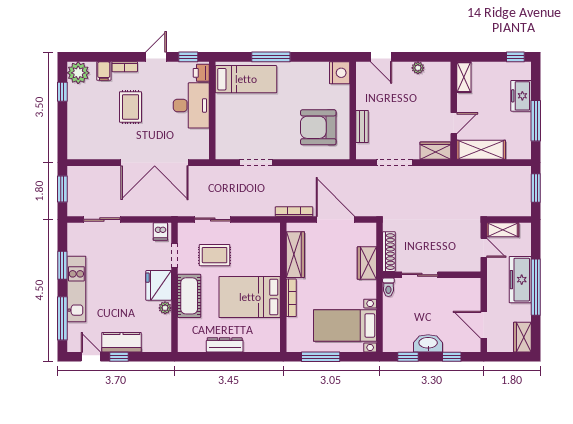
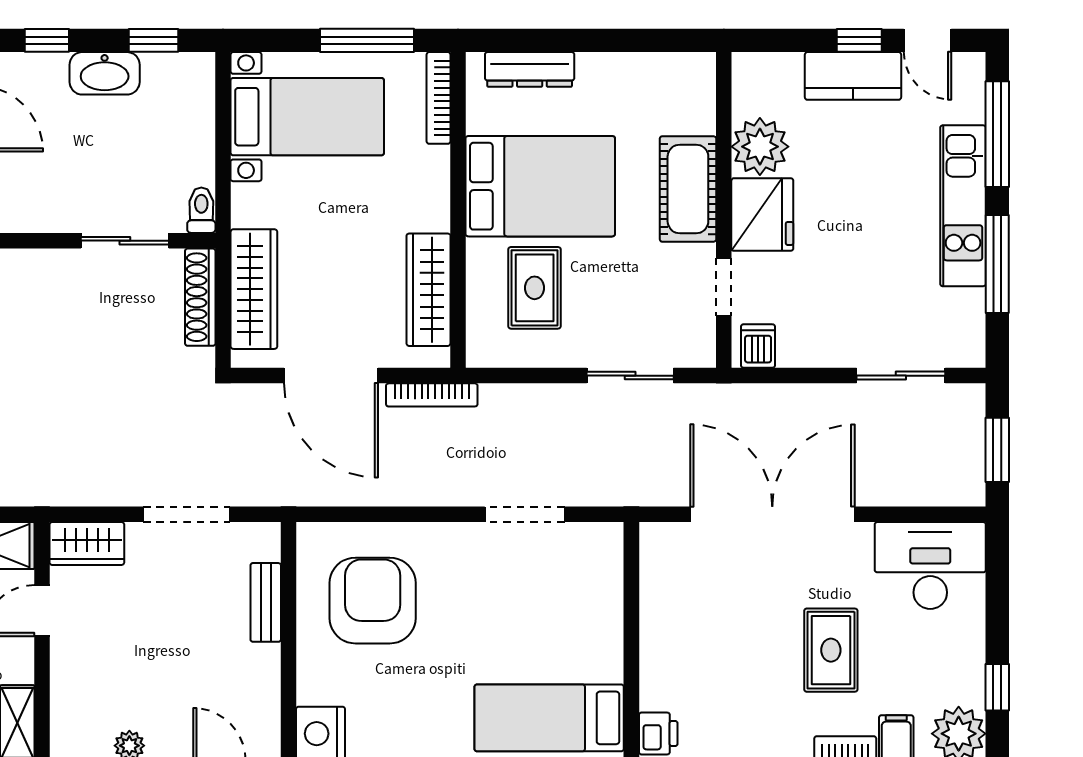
desk: (191, 105) -> (930, 565), moved, turned 90
armchair: (318, 127) -> (373, 601), turned -90
rug: (215, 255) -> (535, 288), moved, turned 90
wardrobe: (367, 263) -> (254, 289), width x1.50
window: (62, 265) -> (997, 264), width x1.44
bookcase: (291, 298) -> (439, 98), moved
plant: (165, 308) -> (760, 147), width x1.87, depth x1.87
dresser: (225, 345) -> (530, 69), moved

